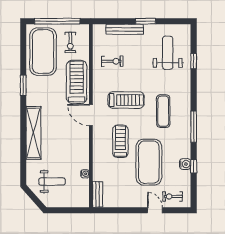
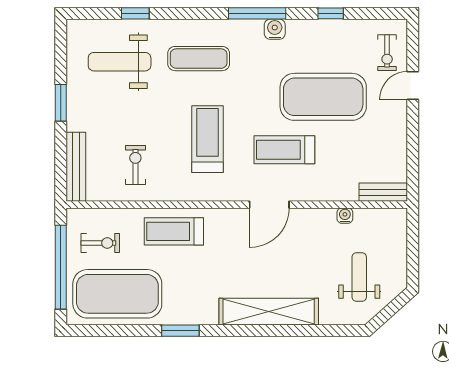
bench: (125, 29) -> (76, 167), moved
treadmill: (77, 82) -> (174, 231), width x0.73, depth x0.73
exercise mat: (163, 111) -> (199, 59), moved
door: (91, 115) -> (269, 205), moved
water cooler: (185, 164) -> (275, 29), moved

